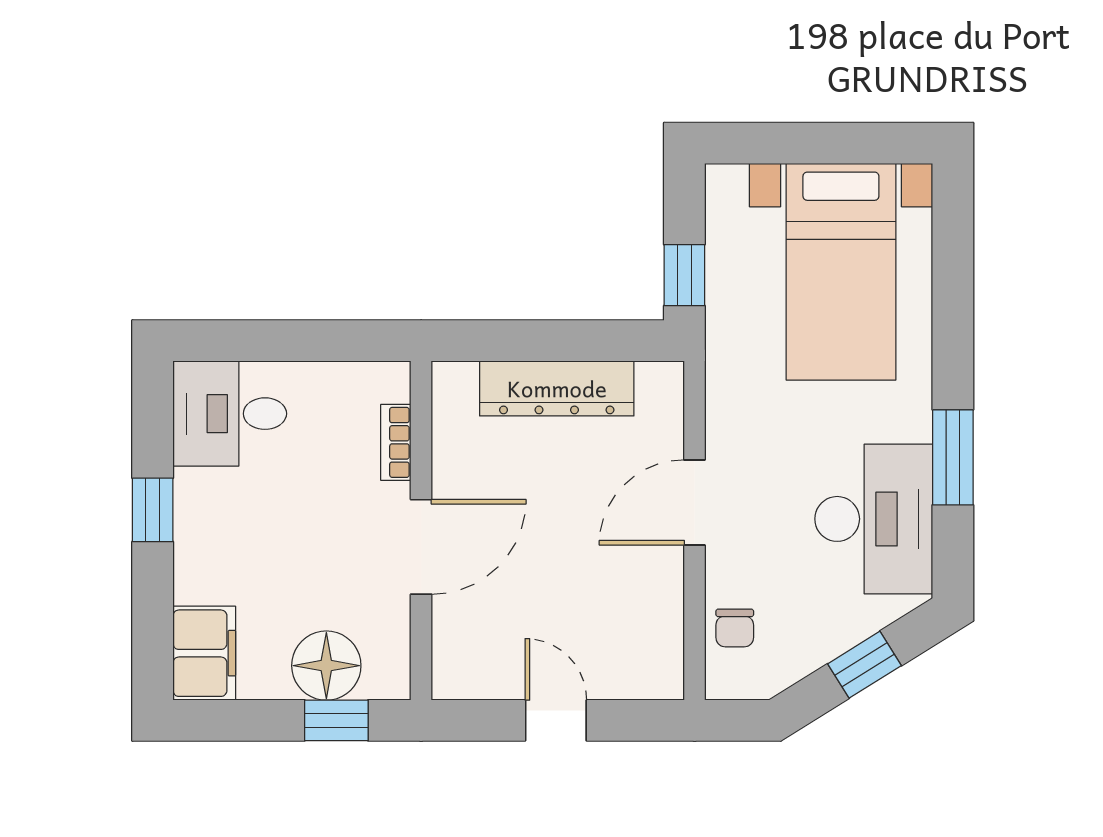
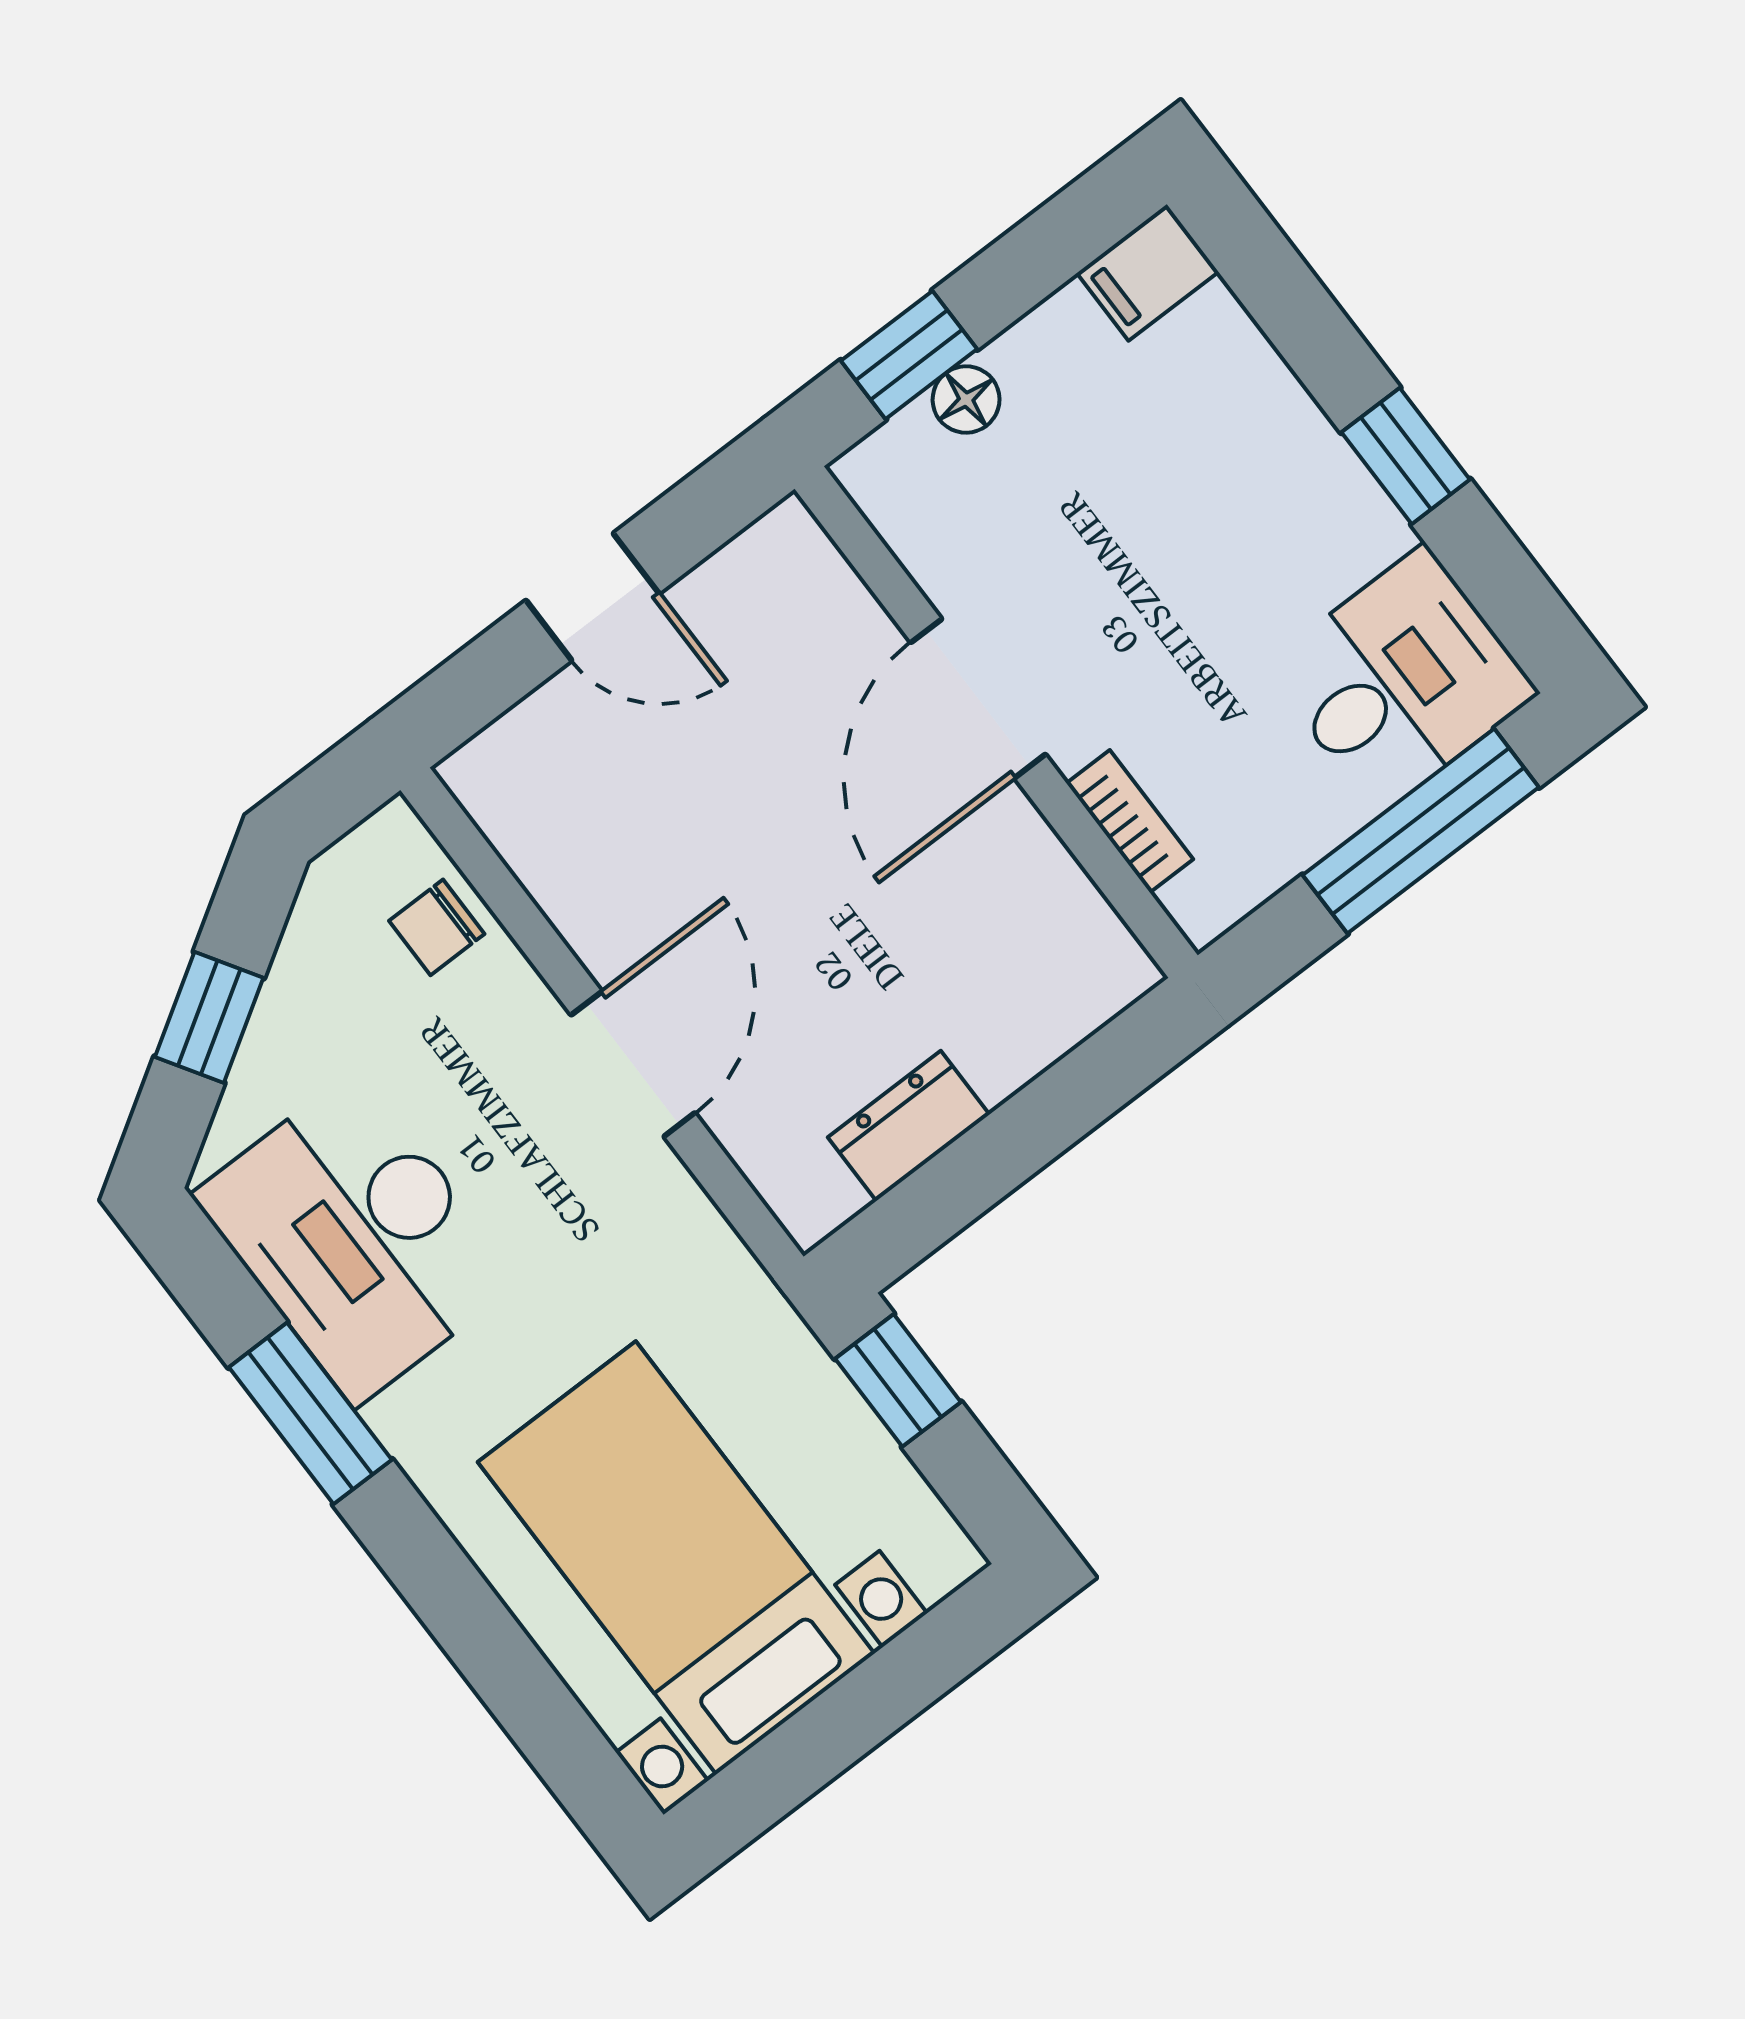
window: (272, 341) -> (1421, 831), added
dresser: (557, 388) -> (909, 1126), width x0.51, depth x0.80
chair: (735, 628) -> (437, 927), turned -90
filing cabinet: (204, 653) -> (1148, 272), width x0.50
floor lamp: (326, 666) -> (966, 400), width x0.53, depth x0.53

